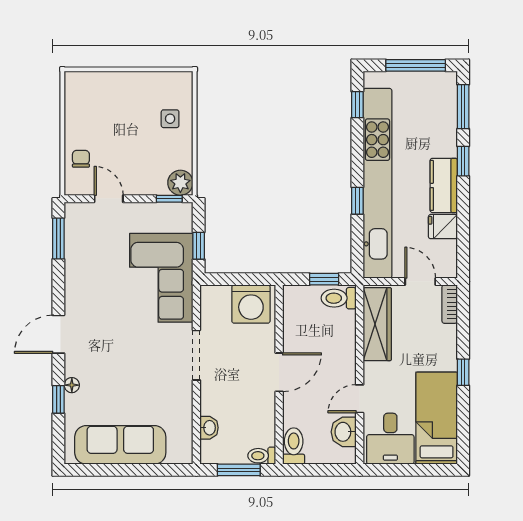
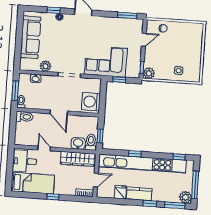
plant: (444, 85) -> (185, 197), added
plant: (181, 408) -> (45, 66), added
washbasin: (344, 432) -> (78, 143), moved

